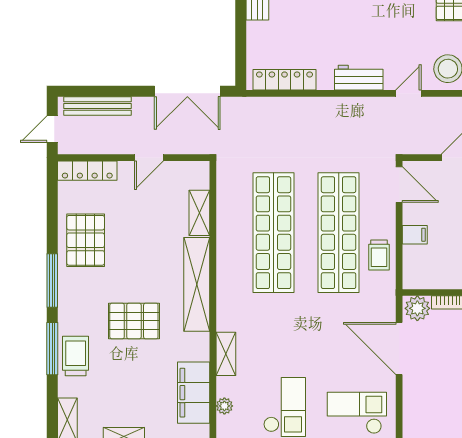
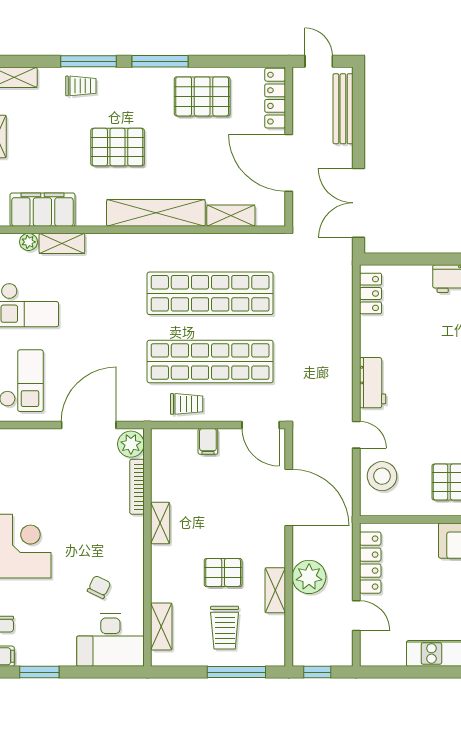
locker: (284, 80) -> (370, 293), width x0.66
door: (149, 158) -> (289, 163), width x1.87
door: (399, 184) -> (261, 425), hinge flipped
trolley: (379, 255) -> (187, 404), turned 180
pallet: (134, 321) -> (118, 147), turned 90
shelving: (226, 354) -> (62, 243), moved
trolley: (76, 356) -> (81, 86), width x0.73, depth x0.72

